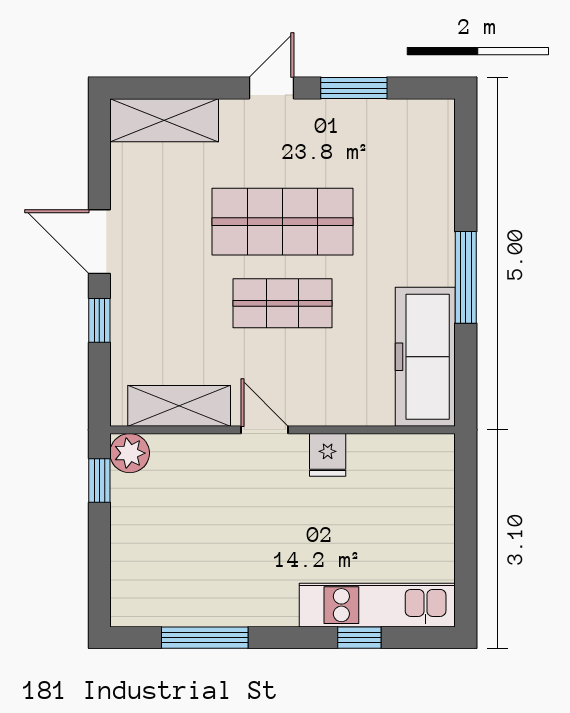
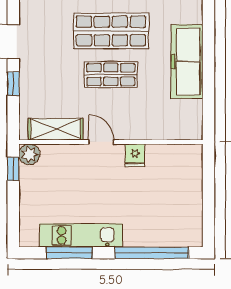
window: (466, 277) -> (208, 61), removed
freezer: (425, 357) -> (187, 62), moved
kitchen unit: (377, 605) -> (81, 235), moved
window: (359, 638) -> (152, 253), width x3.17

